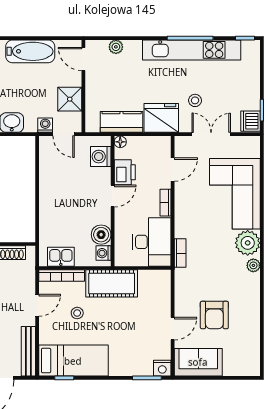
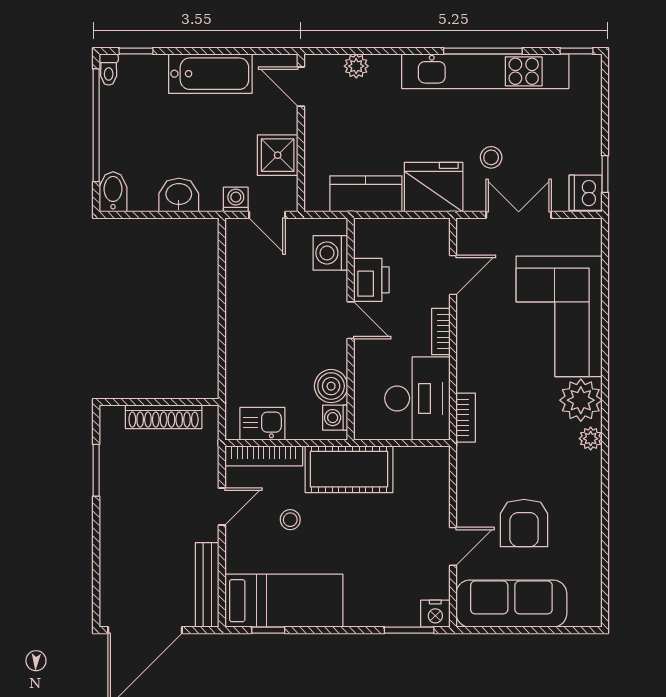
floor lamp: (120, 142) -> (364, 228), removed
door: (113, 196) -> (351, 320), hinge flipped
sofa: (198, 362) -> (511, 604), width x1.36

